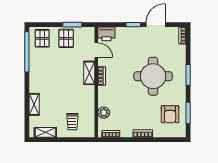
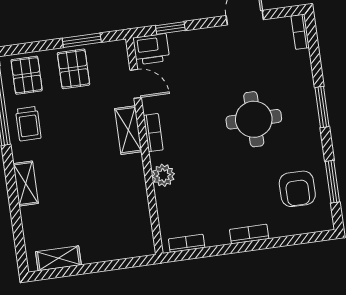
window: (133, 25) -> (170, 28), moved
round table: (153, 76) -> (254, 119), width x0.73, depth x0.73
shelving: (34, 104) -> (26, 184), moved
plant: (104, 113) -> (163, 175), moved
trolley: (72, 122) -> (28, 124), moved

